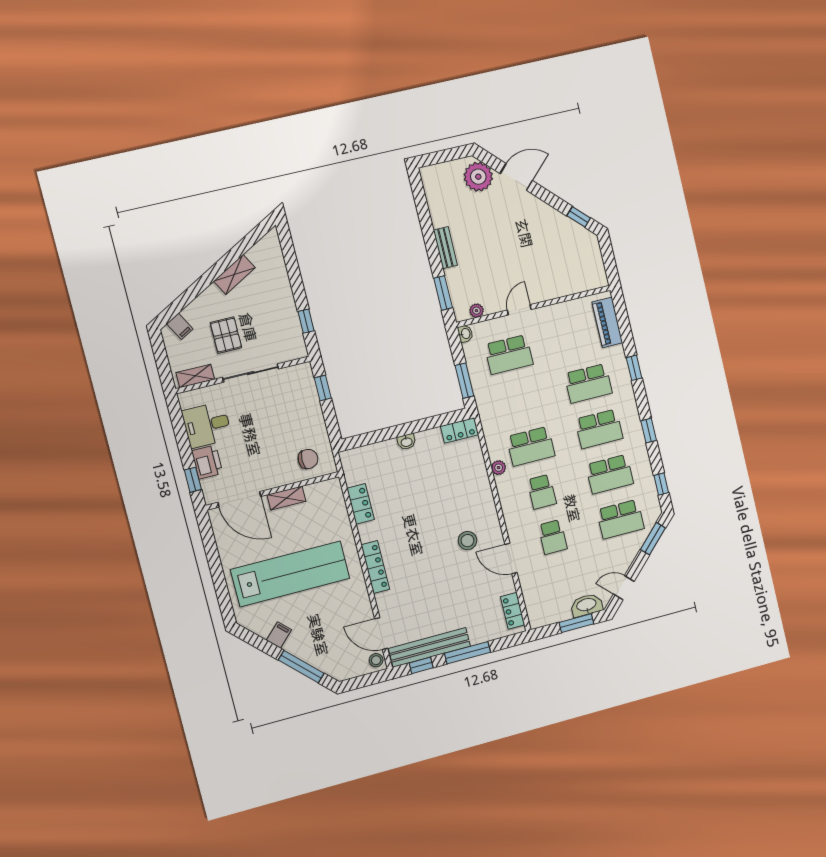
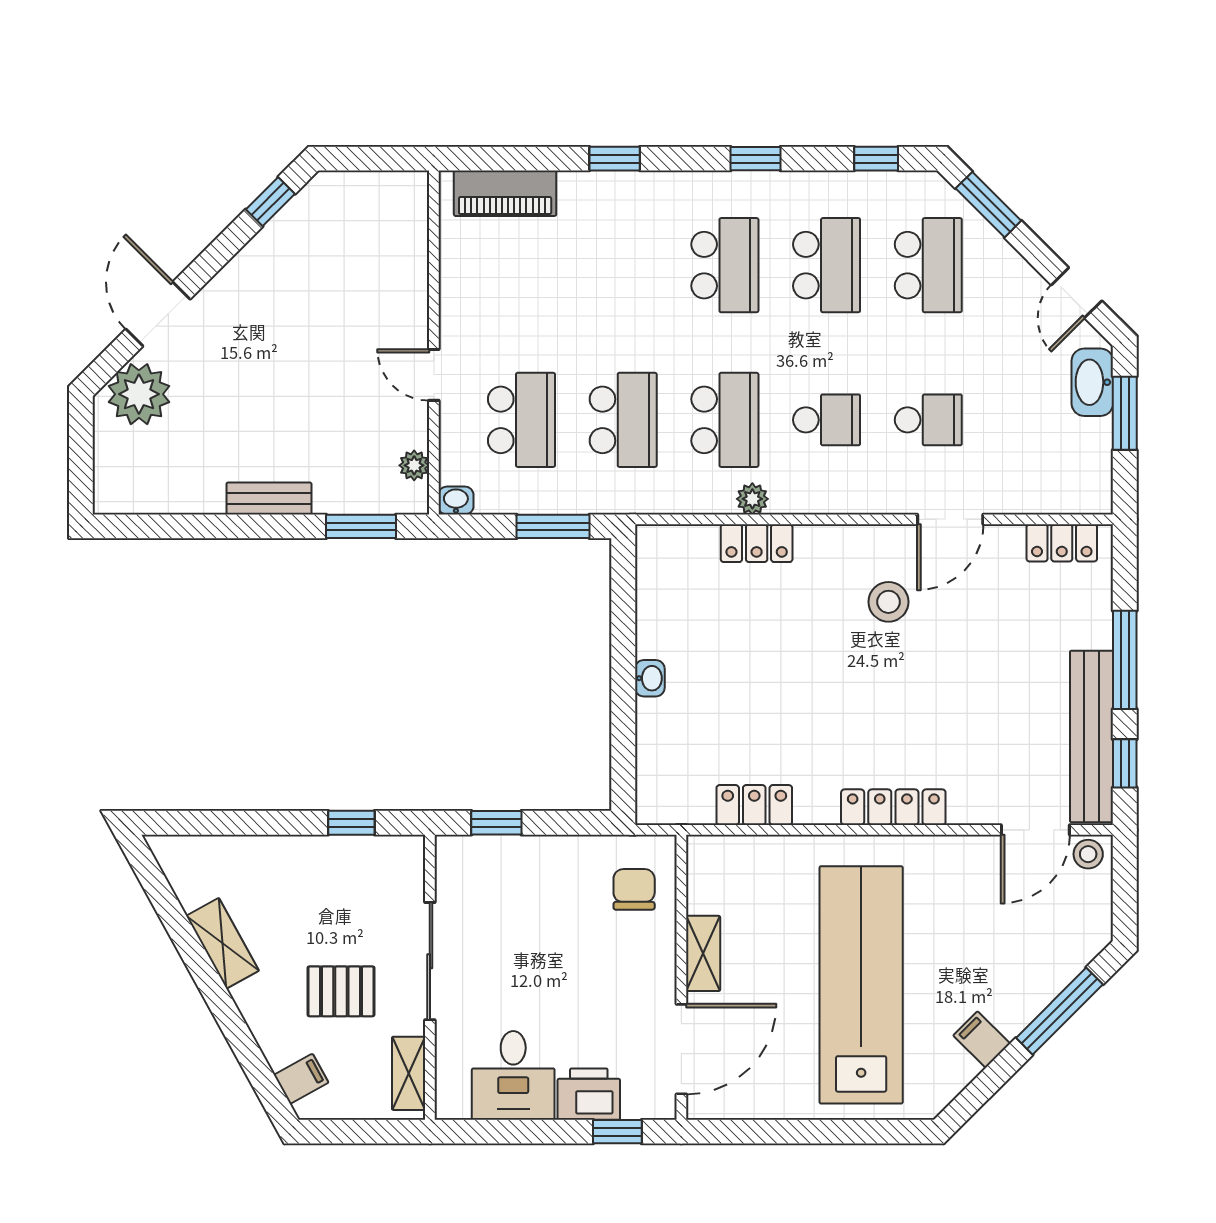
school desk: (588, 383) -> (623, 420), moved
locker: (460, 430) -> (757, 543), moved, turned 90

